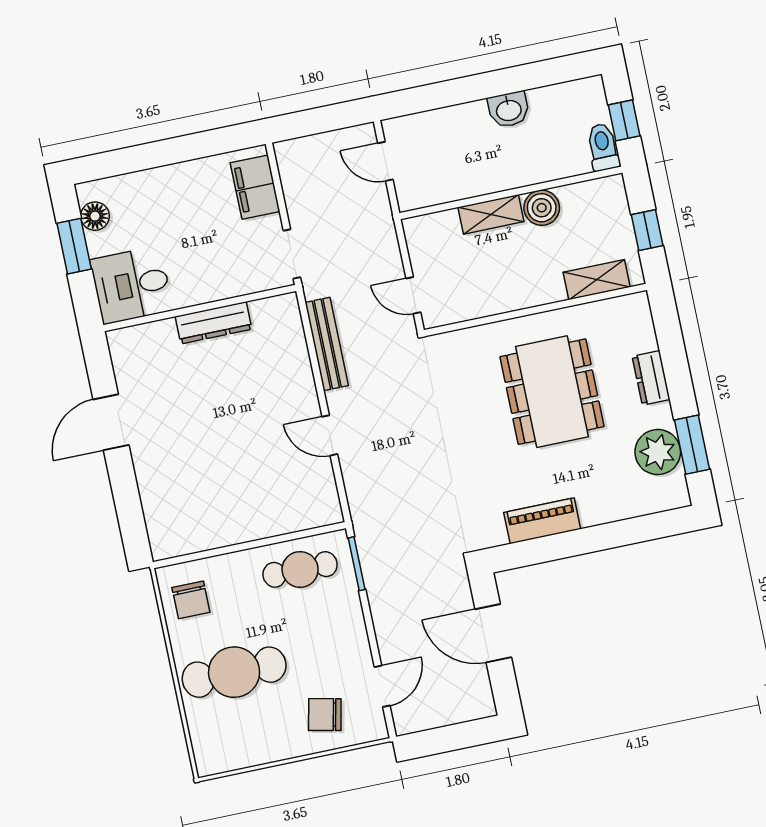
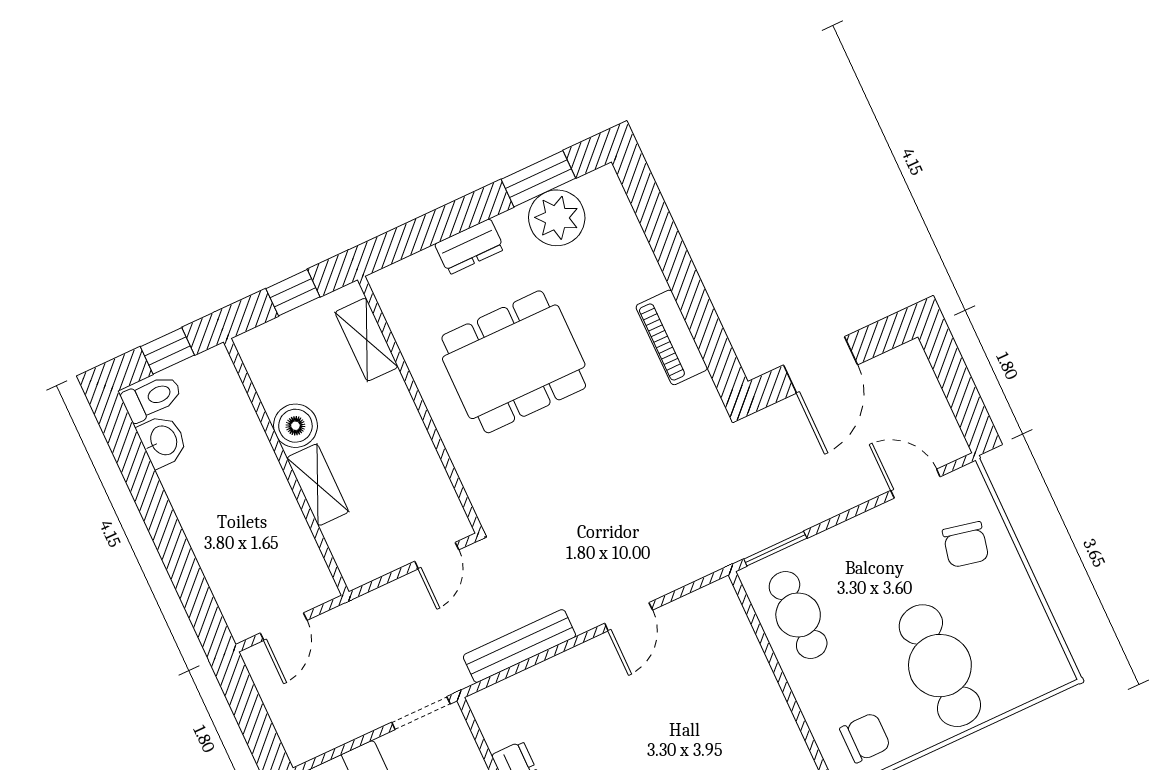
washbasin: (509, 110) -> (163, 441), moved
toilet: (603, 147) -> (152, 398), moved, turned 180

